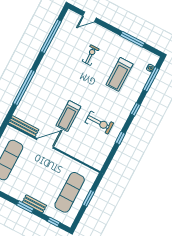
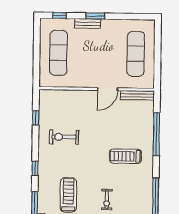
treadmill: (68, 116) -> (125, 156), moved, turned -90
window: (120, 138) -> (36, 118), moved
window: (89, 198) -> (37, 57), removed

